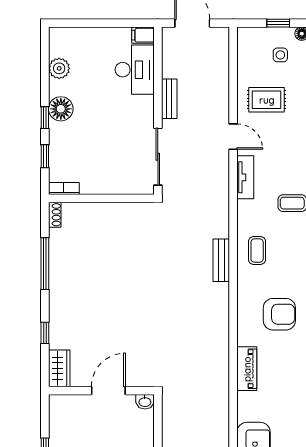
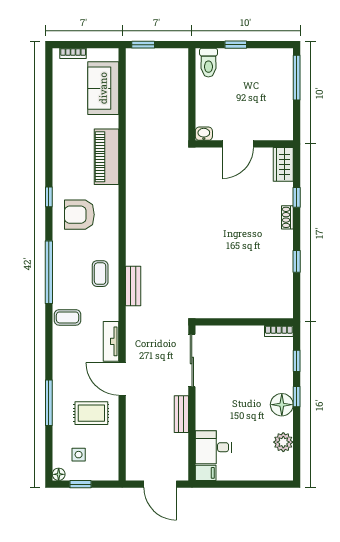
desk: (135, 70) -> (213, 447), width x0.73
door: (233, 137) -> (122, 379), width x1.38
shoe rack: (55, 215) -> (287, 217), moved
bench: (221, 260) -> (133, 286), moved
window: (45, 264) -> (297, 261), width x0.46
piano: (247, 369) -> (107, 157), width x1.37, depth x1.33

